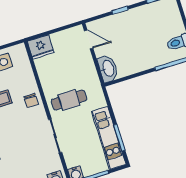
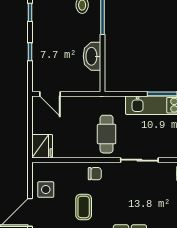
door: (89, 39) -> (50, 94), swing flipped
washbasin: (108, 68) -> (92, 56), moved, turned -90

